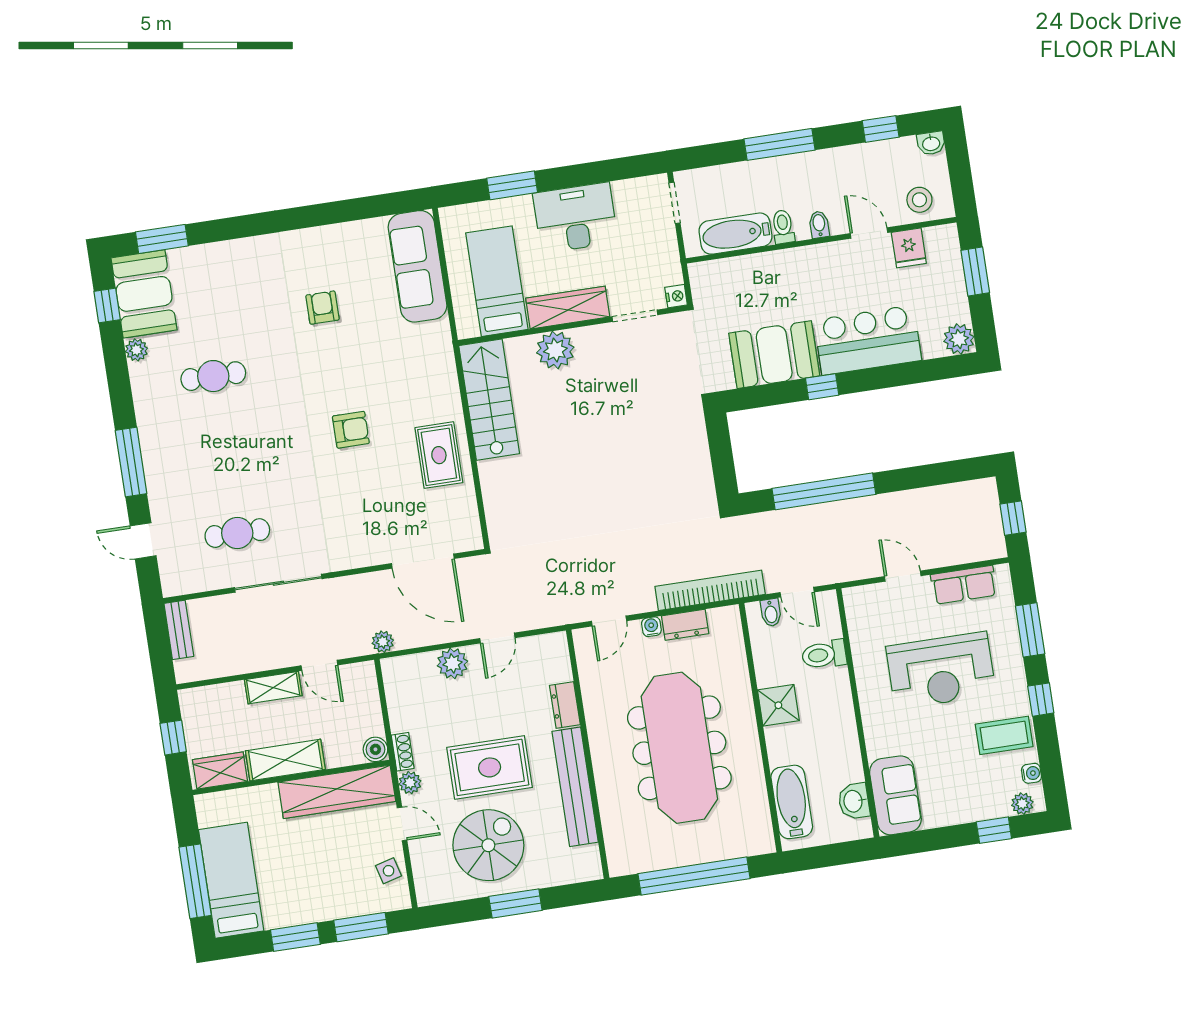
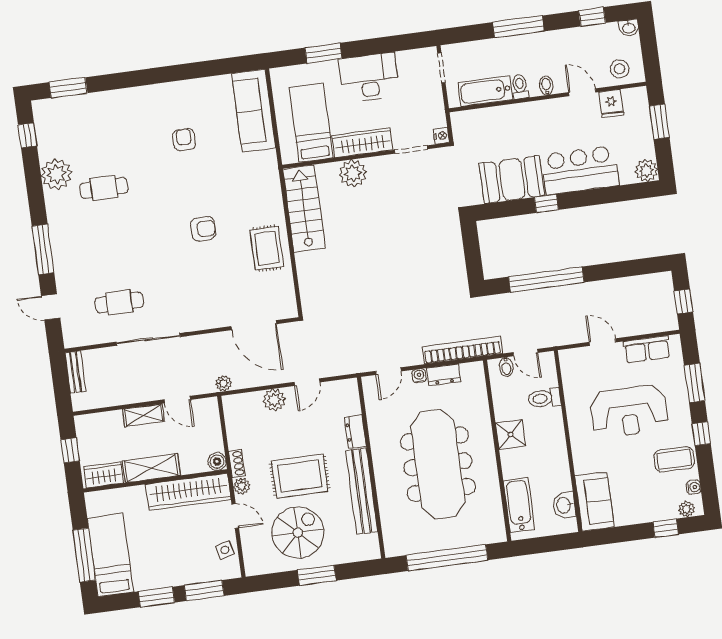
booth: (144, 294) -> (54, 127), removed
plant: (136, 350) -> (56, 174), width x1.87, depth x1.87

